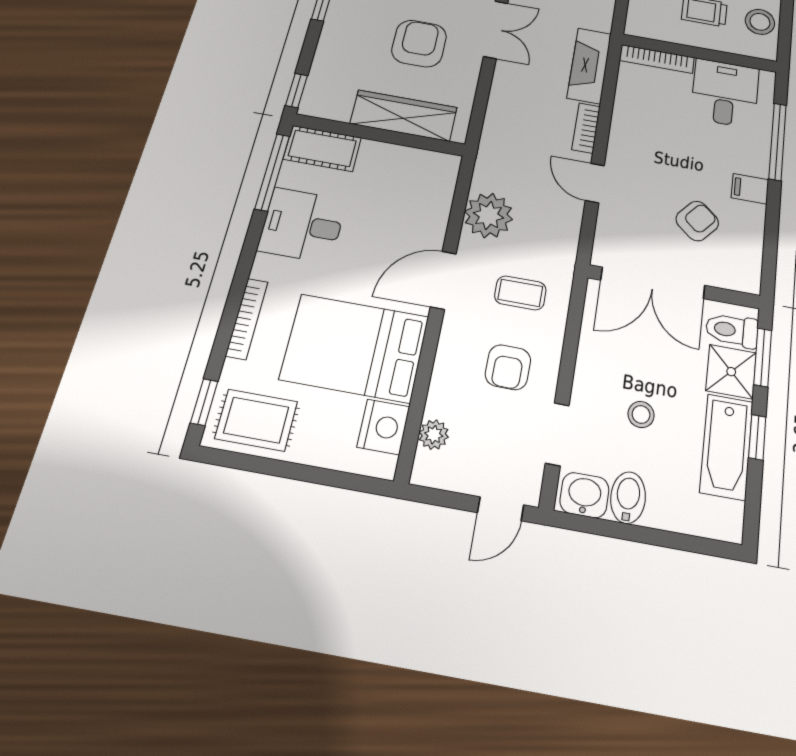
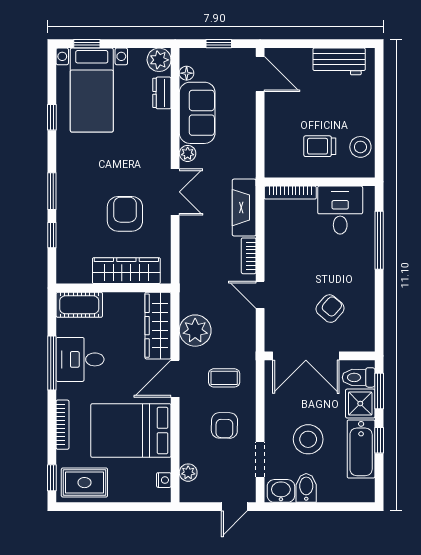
window: (296, 91) -> (52, 235), moved
window: (272, 172) -> (52, 363), moved
filing cabinet: (750, 189) -> (363, 279), removed
wardrobe: (433, 198) -> (158, 326), added
stool: (641, 414) -> (308, 439), width x1.89, depth x1.89
nightstand: (383, 427) -> (164, 480), width x0.53, depth x0.56

